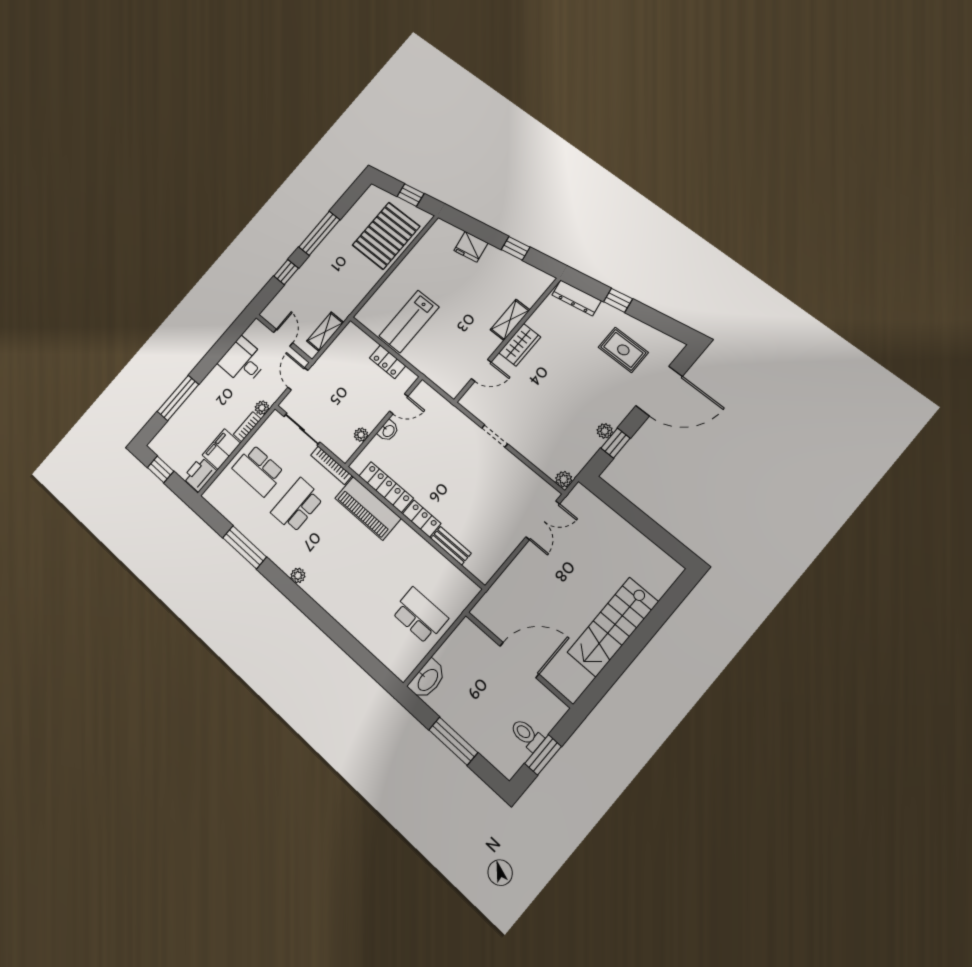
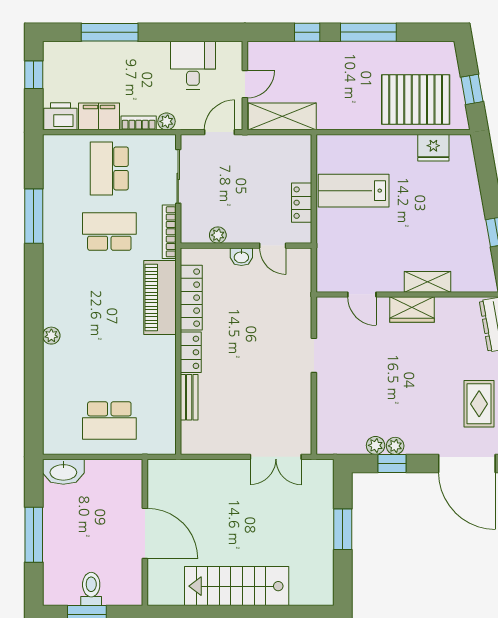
fridge: (471, 247) -> (433, 148), moved, turned -80
shelving: (325, 332) -> (282, 116), width x1.50, depth x1.33
plant: (564, 479) -> (376, 445), moved
window: (634, 516) -> (343, 529), added
plant: (298, 576) -> (51, 336), moved
school desk: (420, 615) -> (109, 421), turned 90

